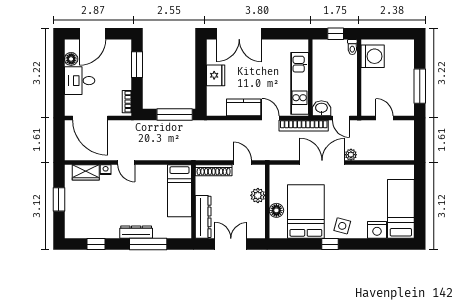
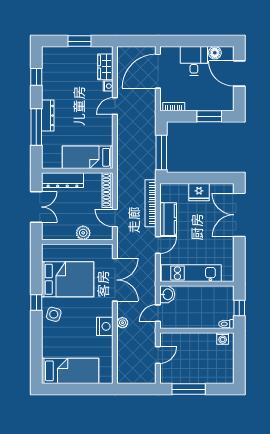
washing machine: (373, 56) -> (223, 338), width x0.53, depth x0.53
bookcase: (304, 126) -> (151, 203), moved
door: (242, 163) -> (115, 218), swing flipped
double door: (322, 163) -> (115, 280), moved
floor lamp: (276, 210) -> (69, 251), removed
nightstand: (377, 230) -> (105, 326), moved, turned 180

